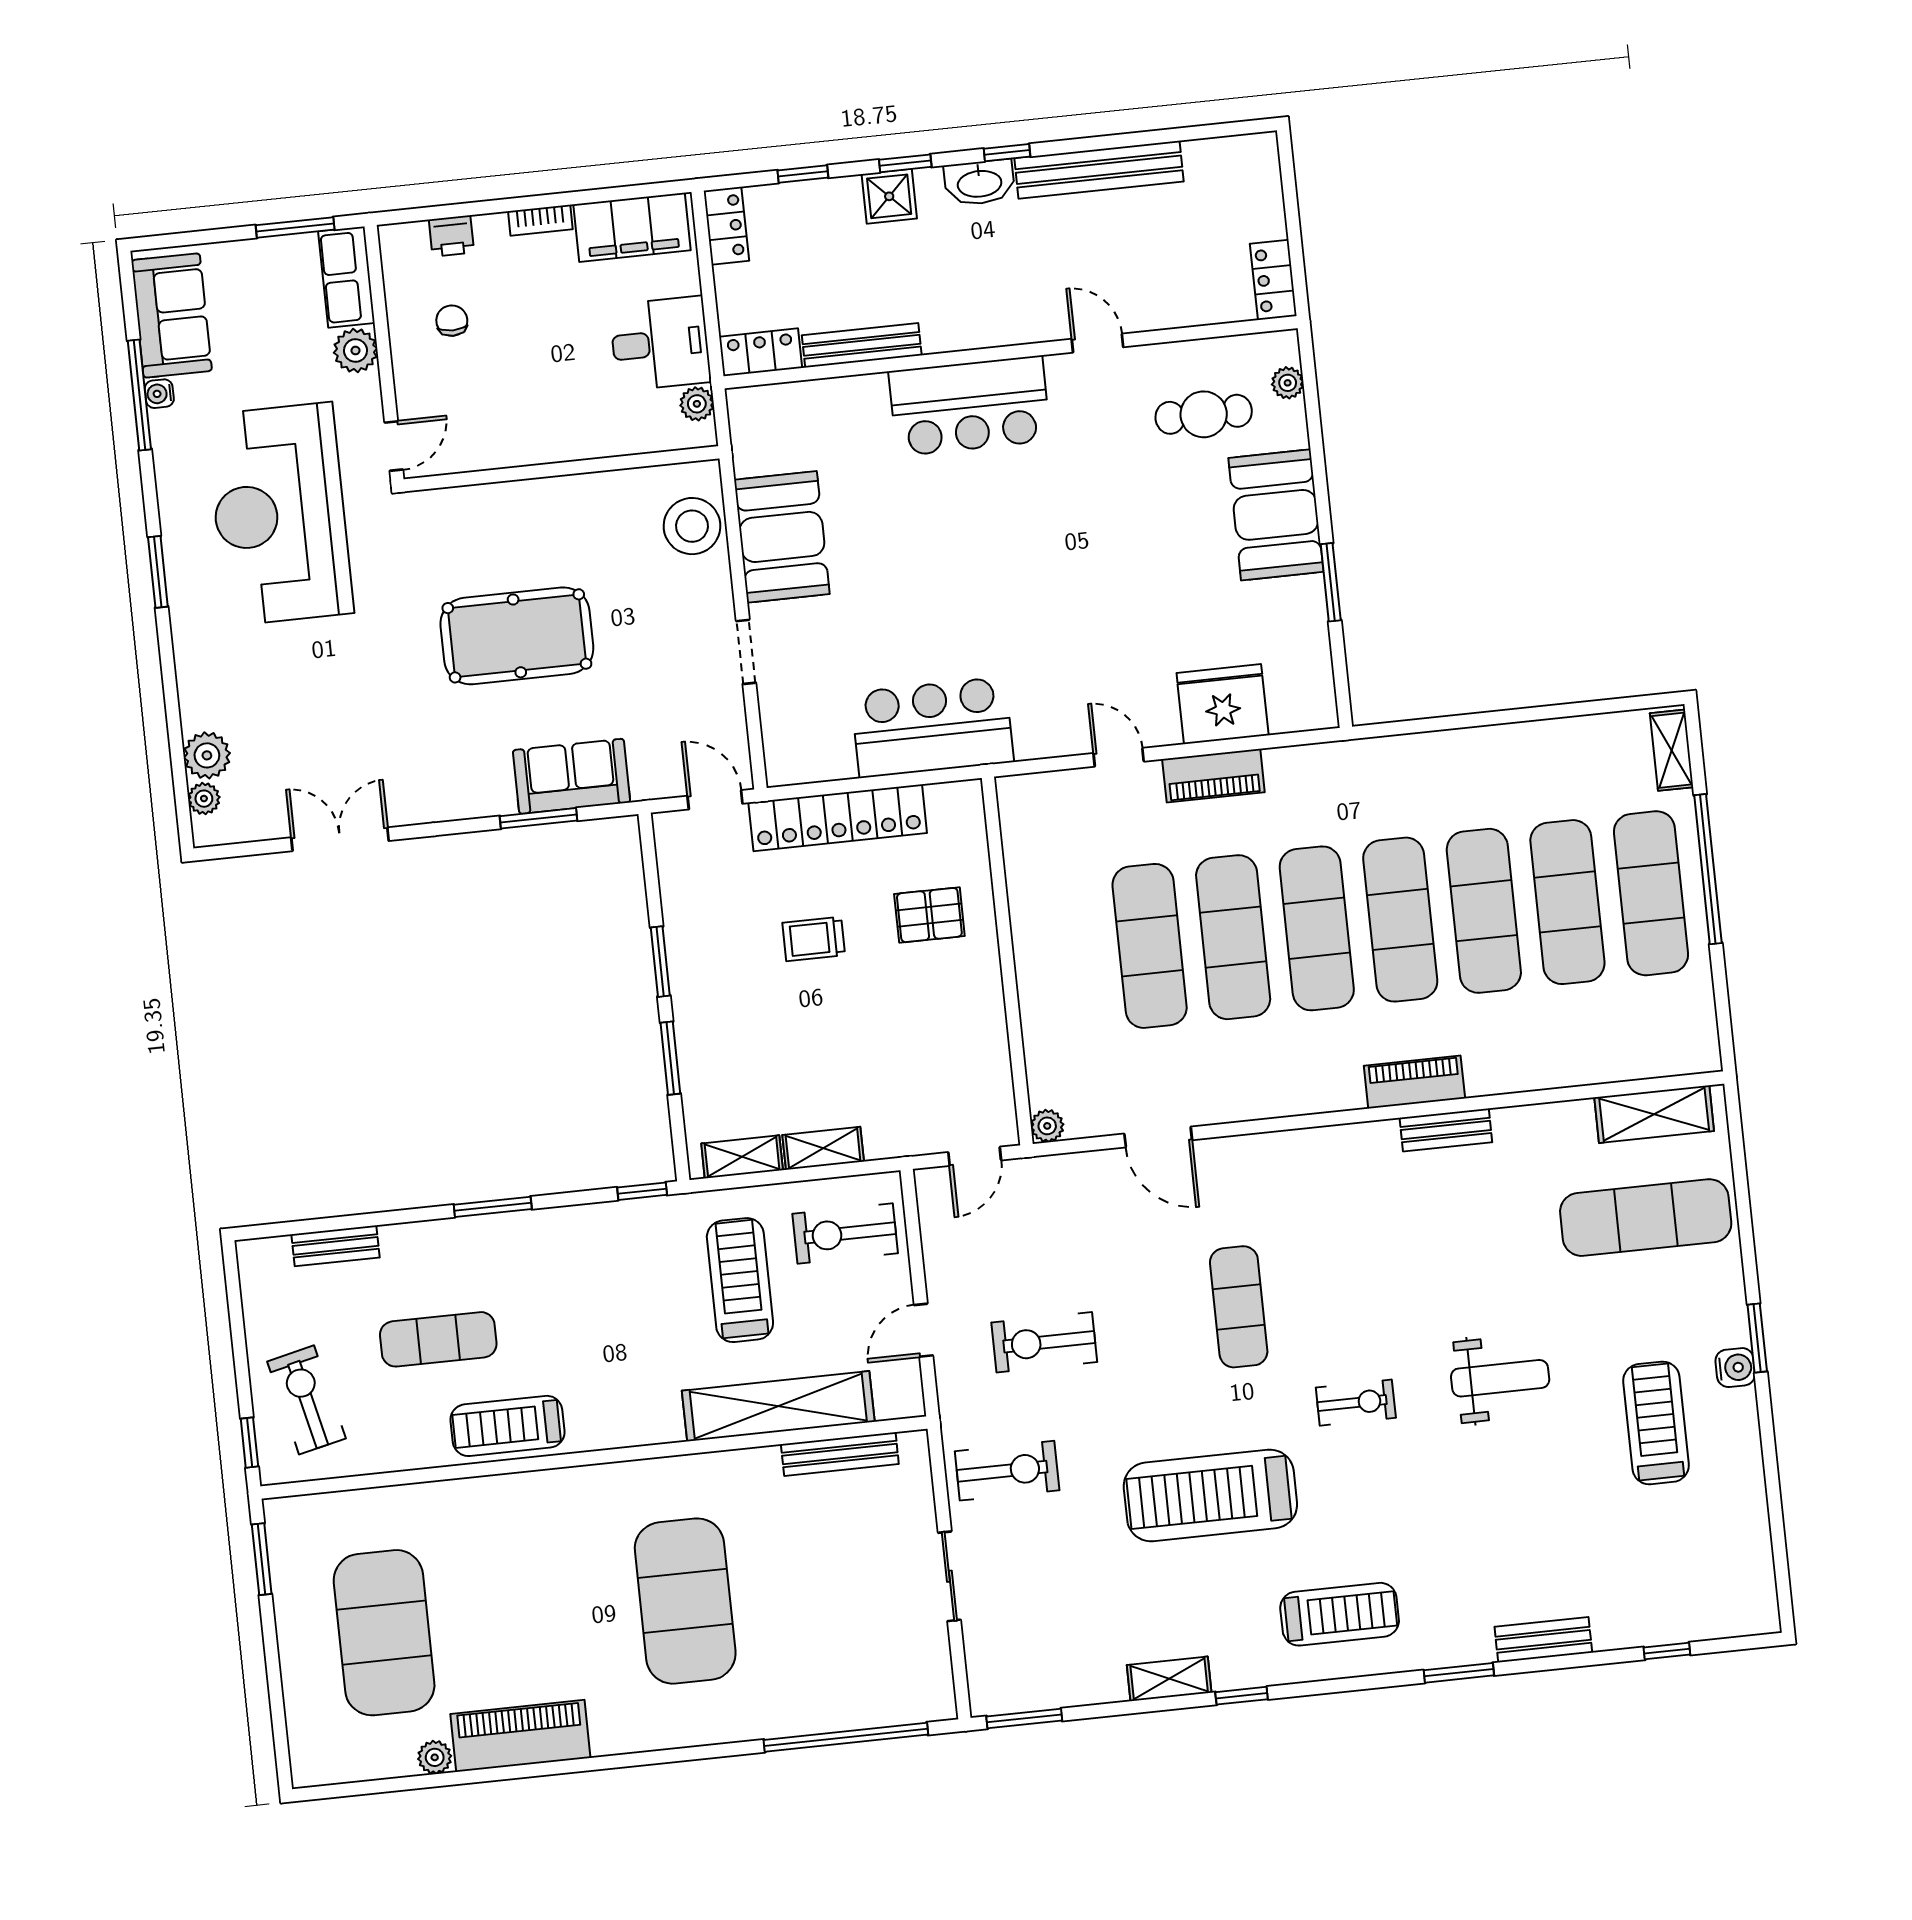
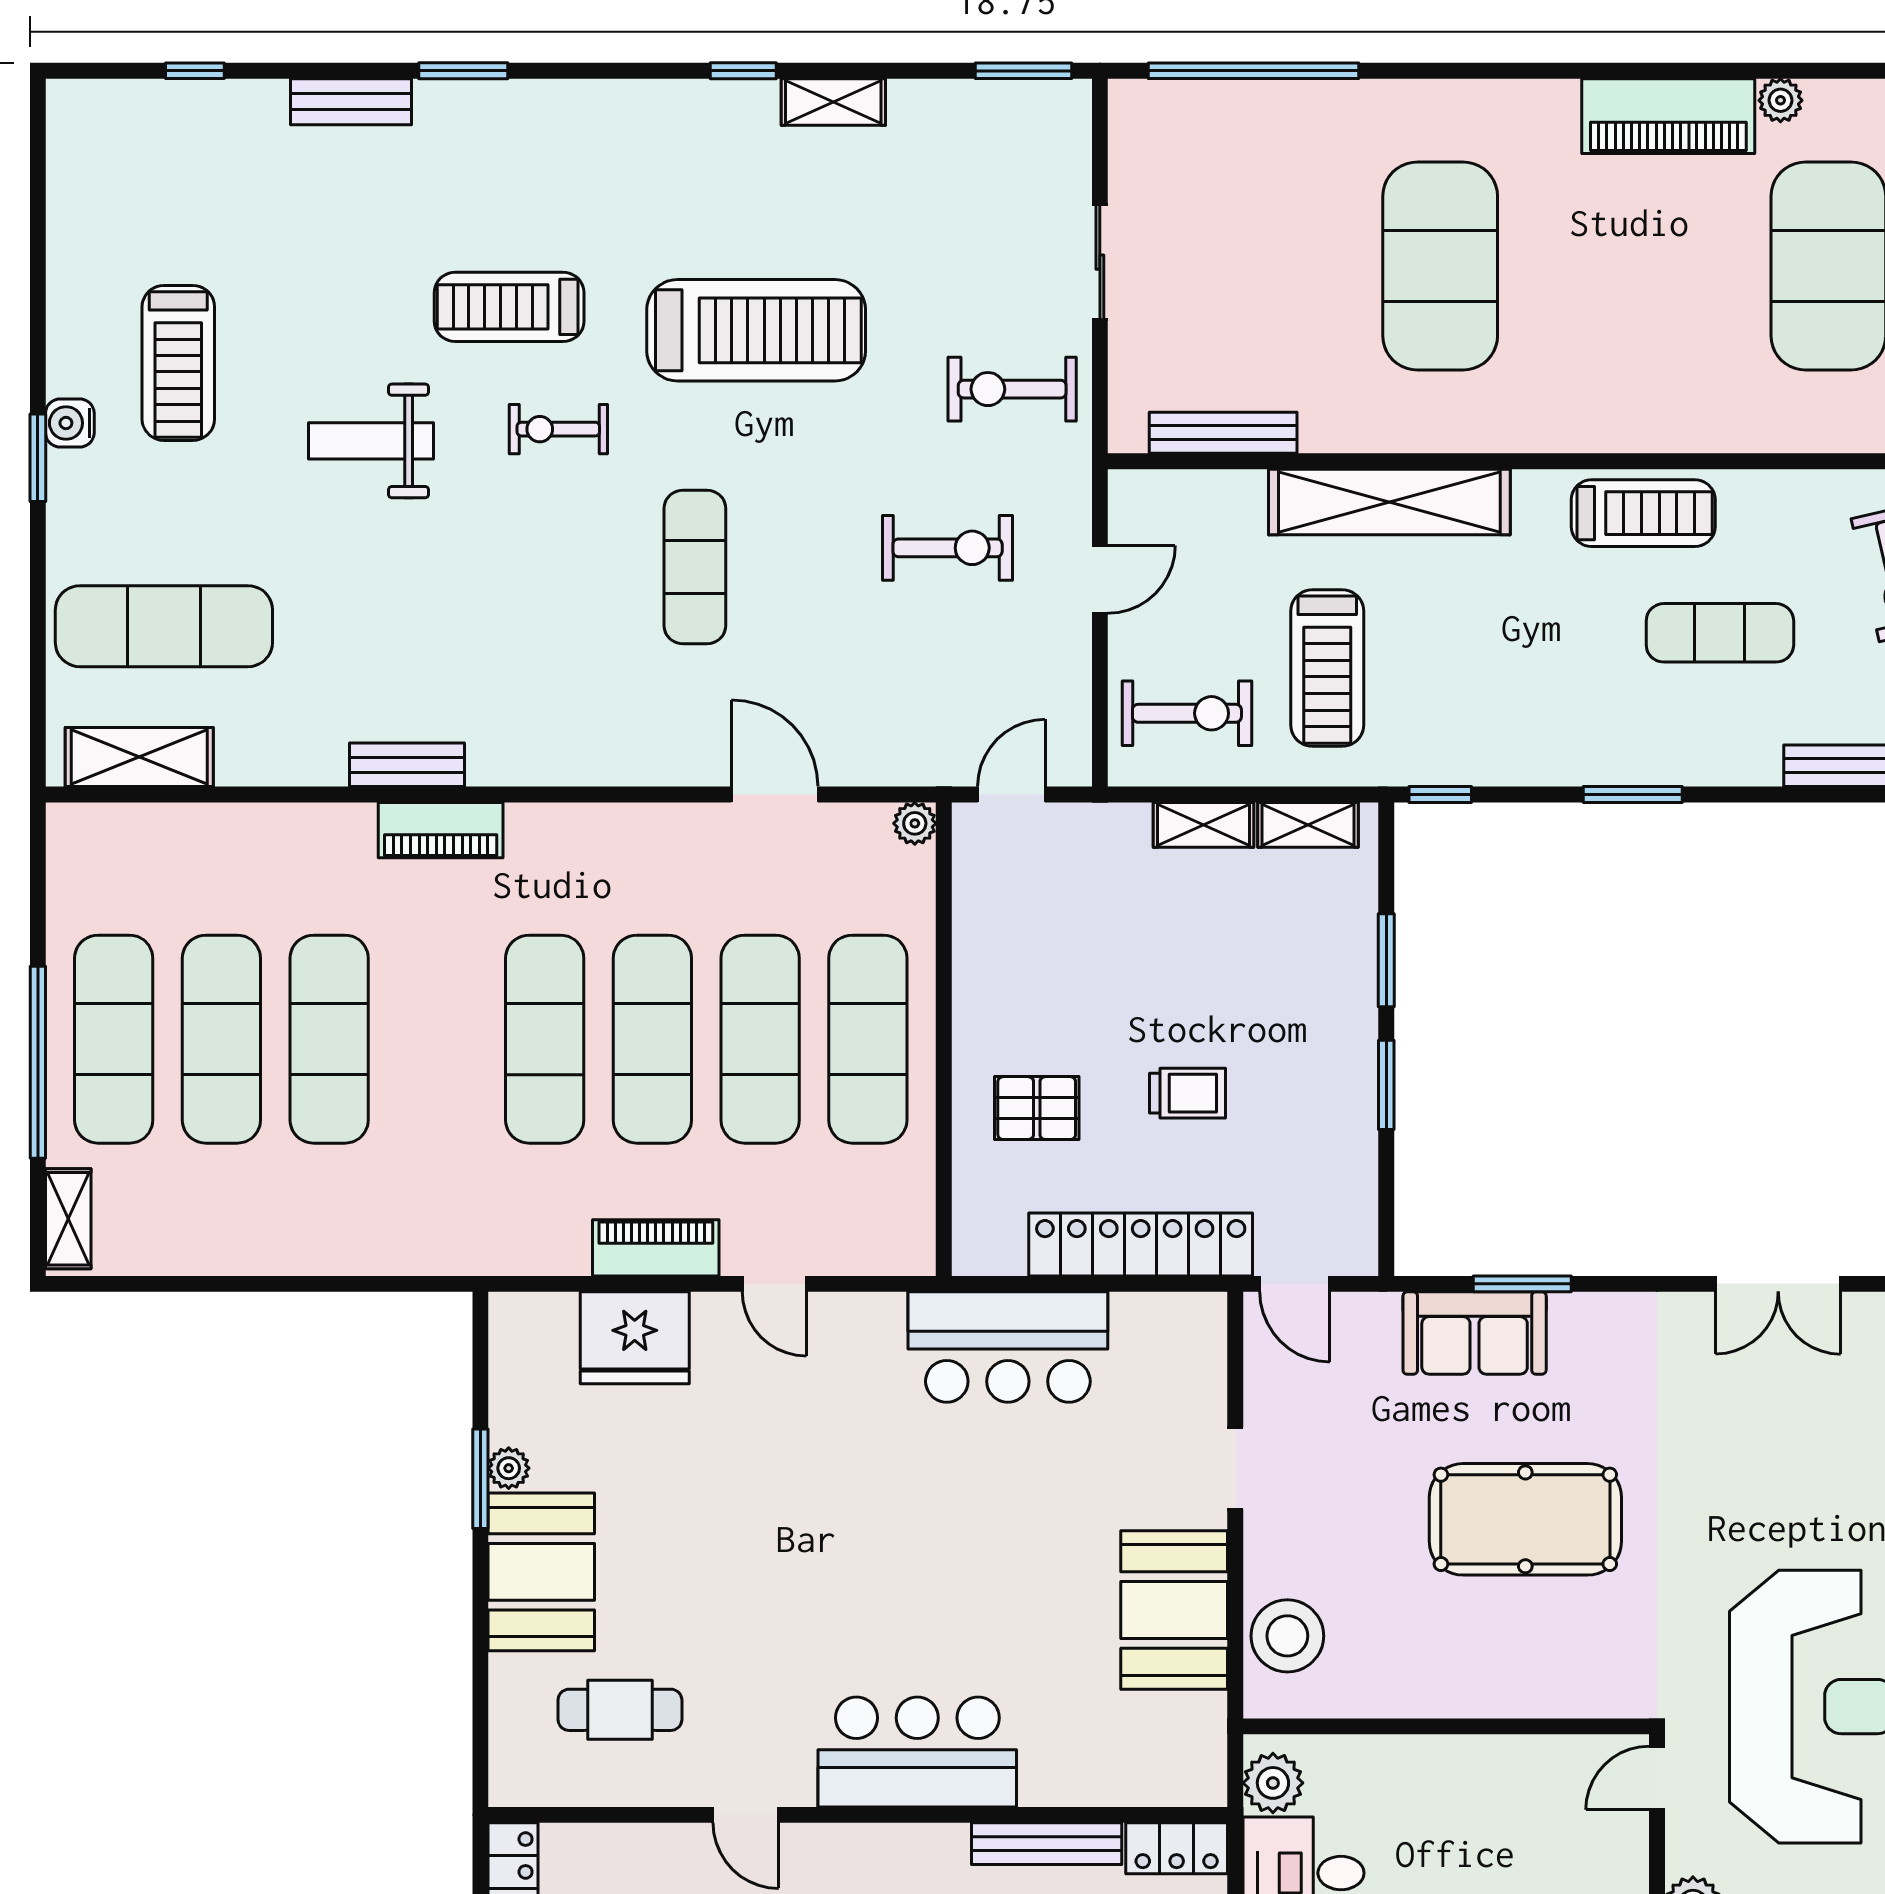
plant: (1288, 383) -> (509, 1468), moved
plant: (697, 404) -> (1273, 1783), width x1.38, depth x1.38
exercise mat: (1400, 920) -> (868, 1039), moved
shelving: (778, 1406) -> (1389, 502), moved
treadmill: (1340, 1614) -> (509, 307), moved

